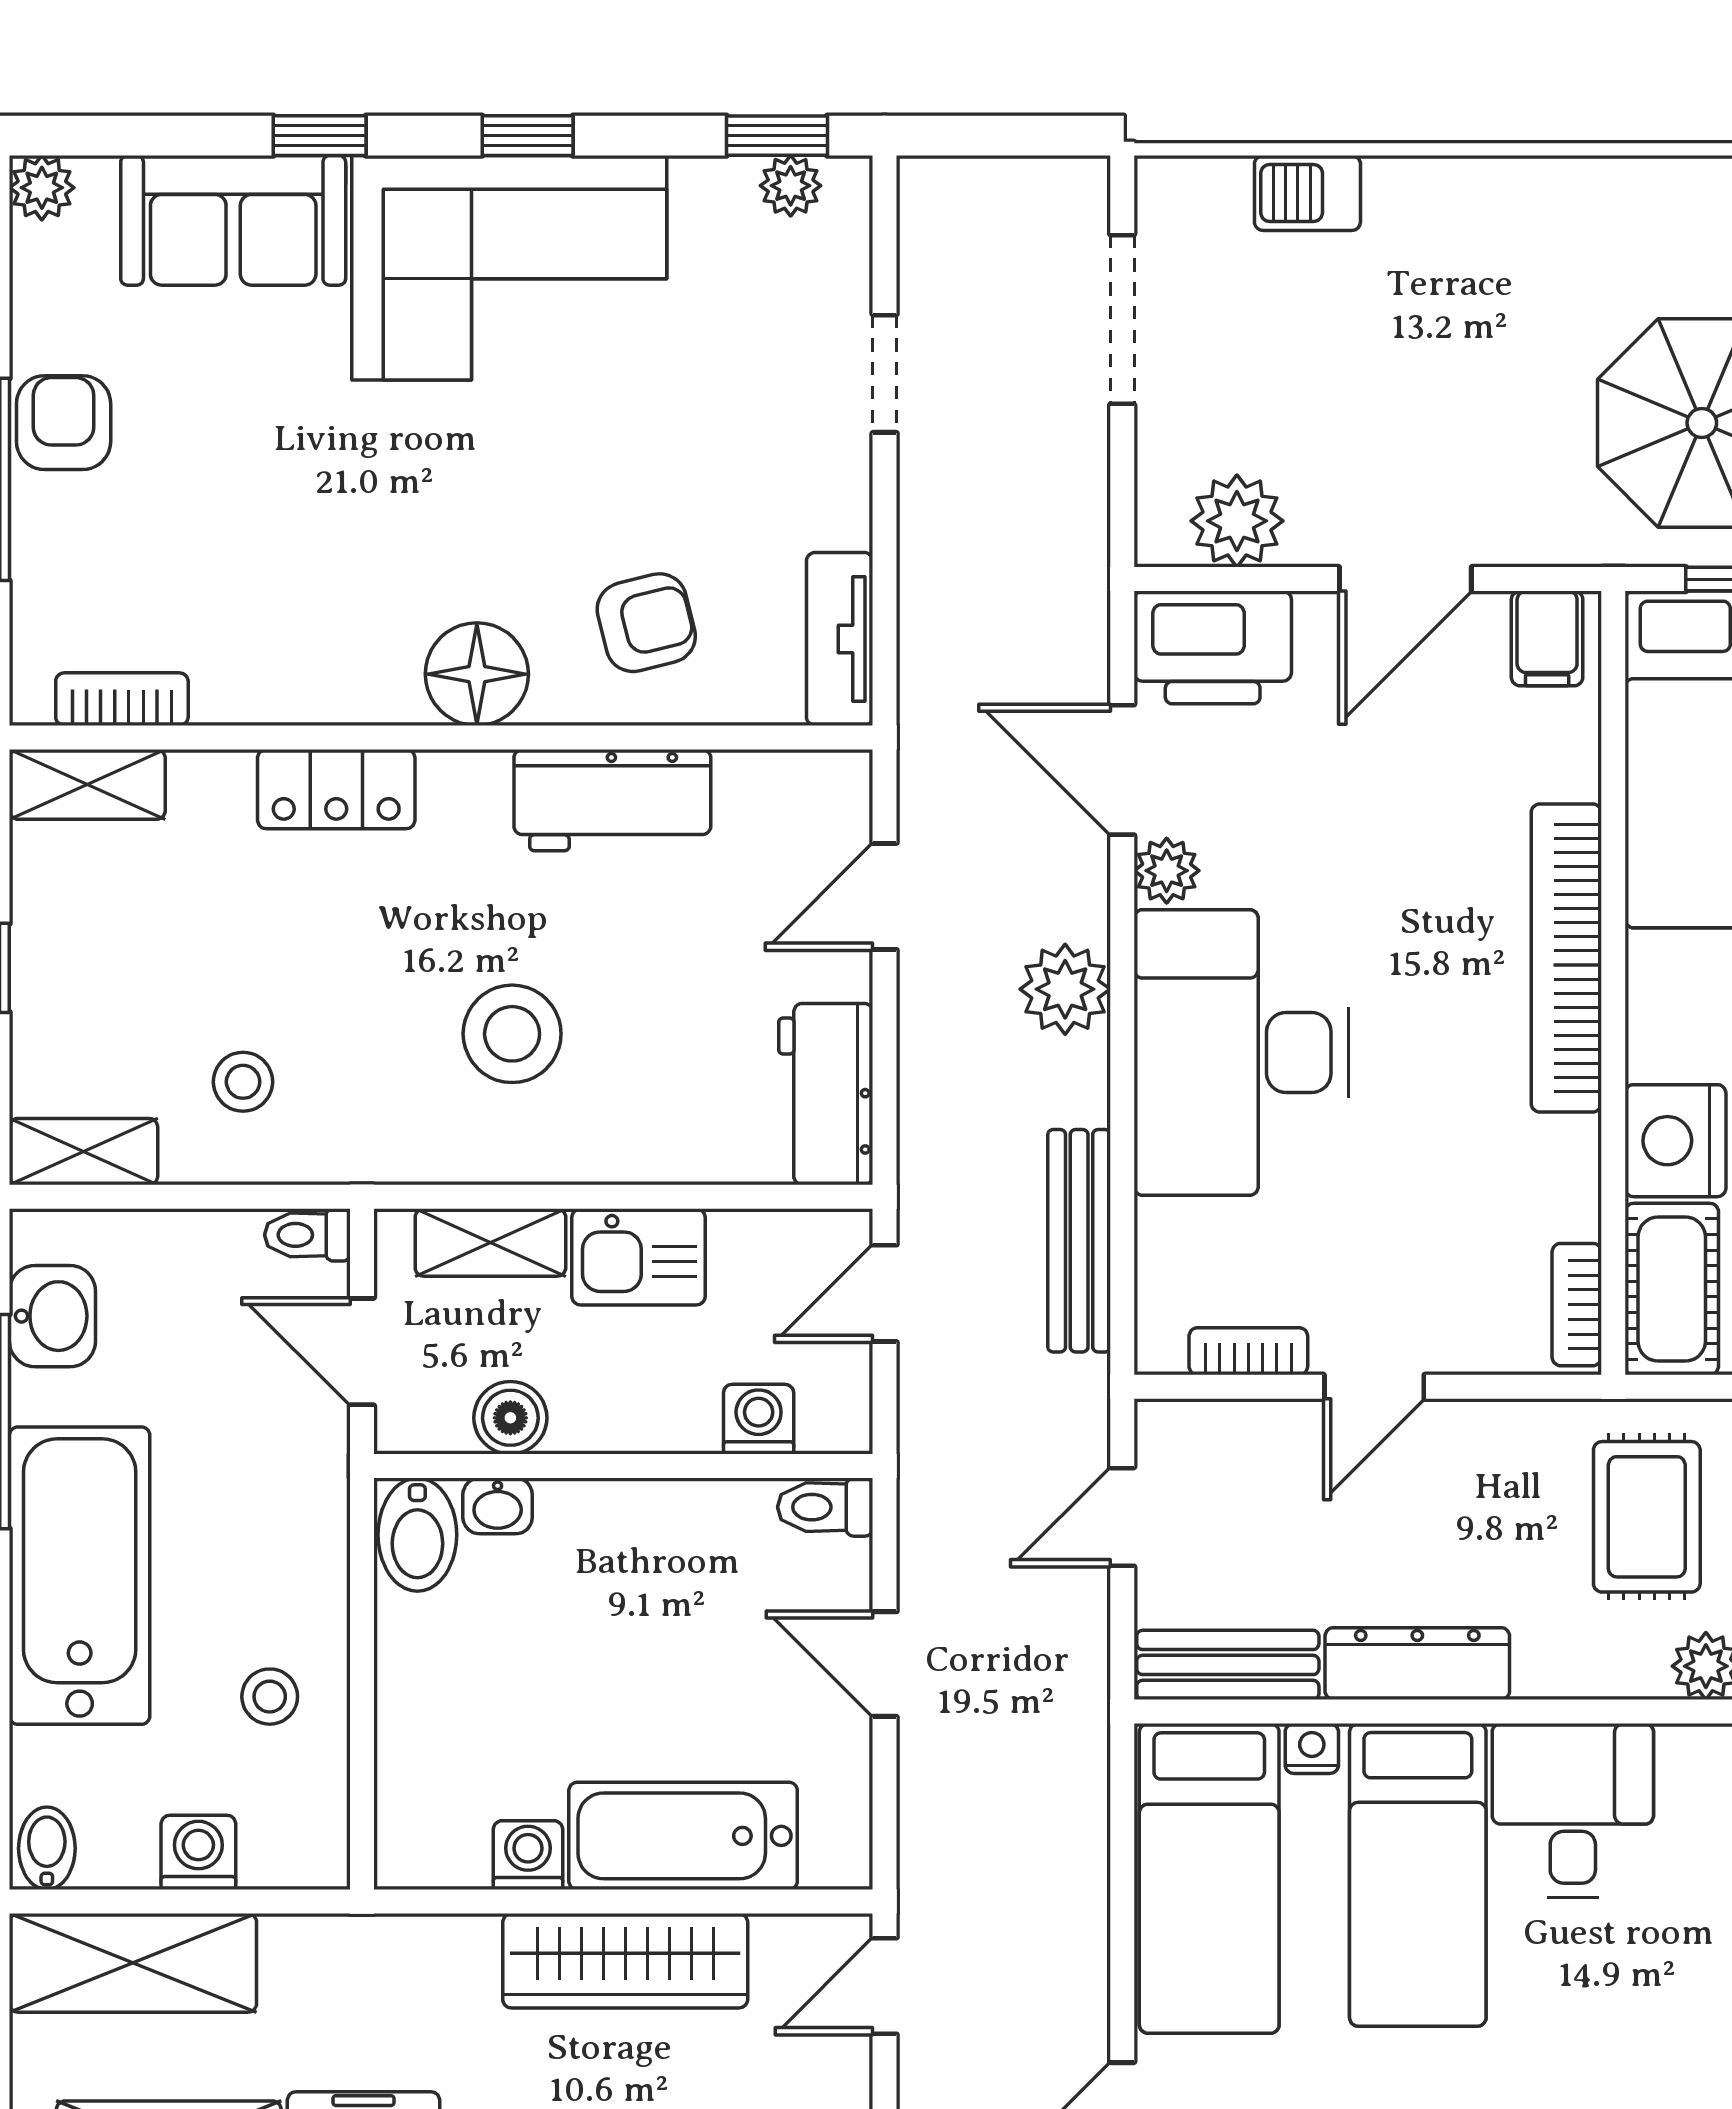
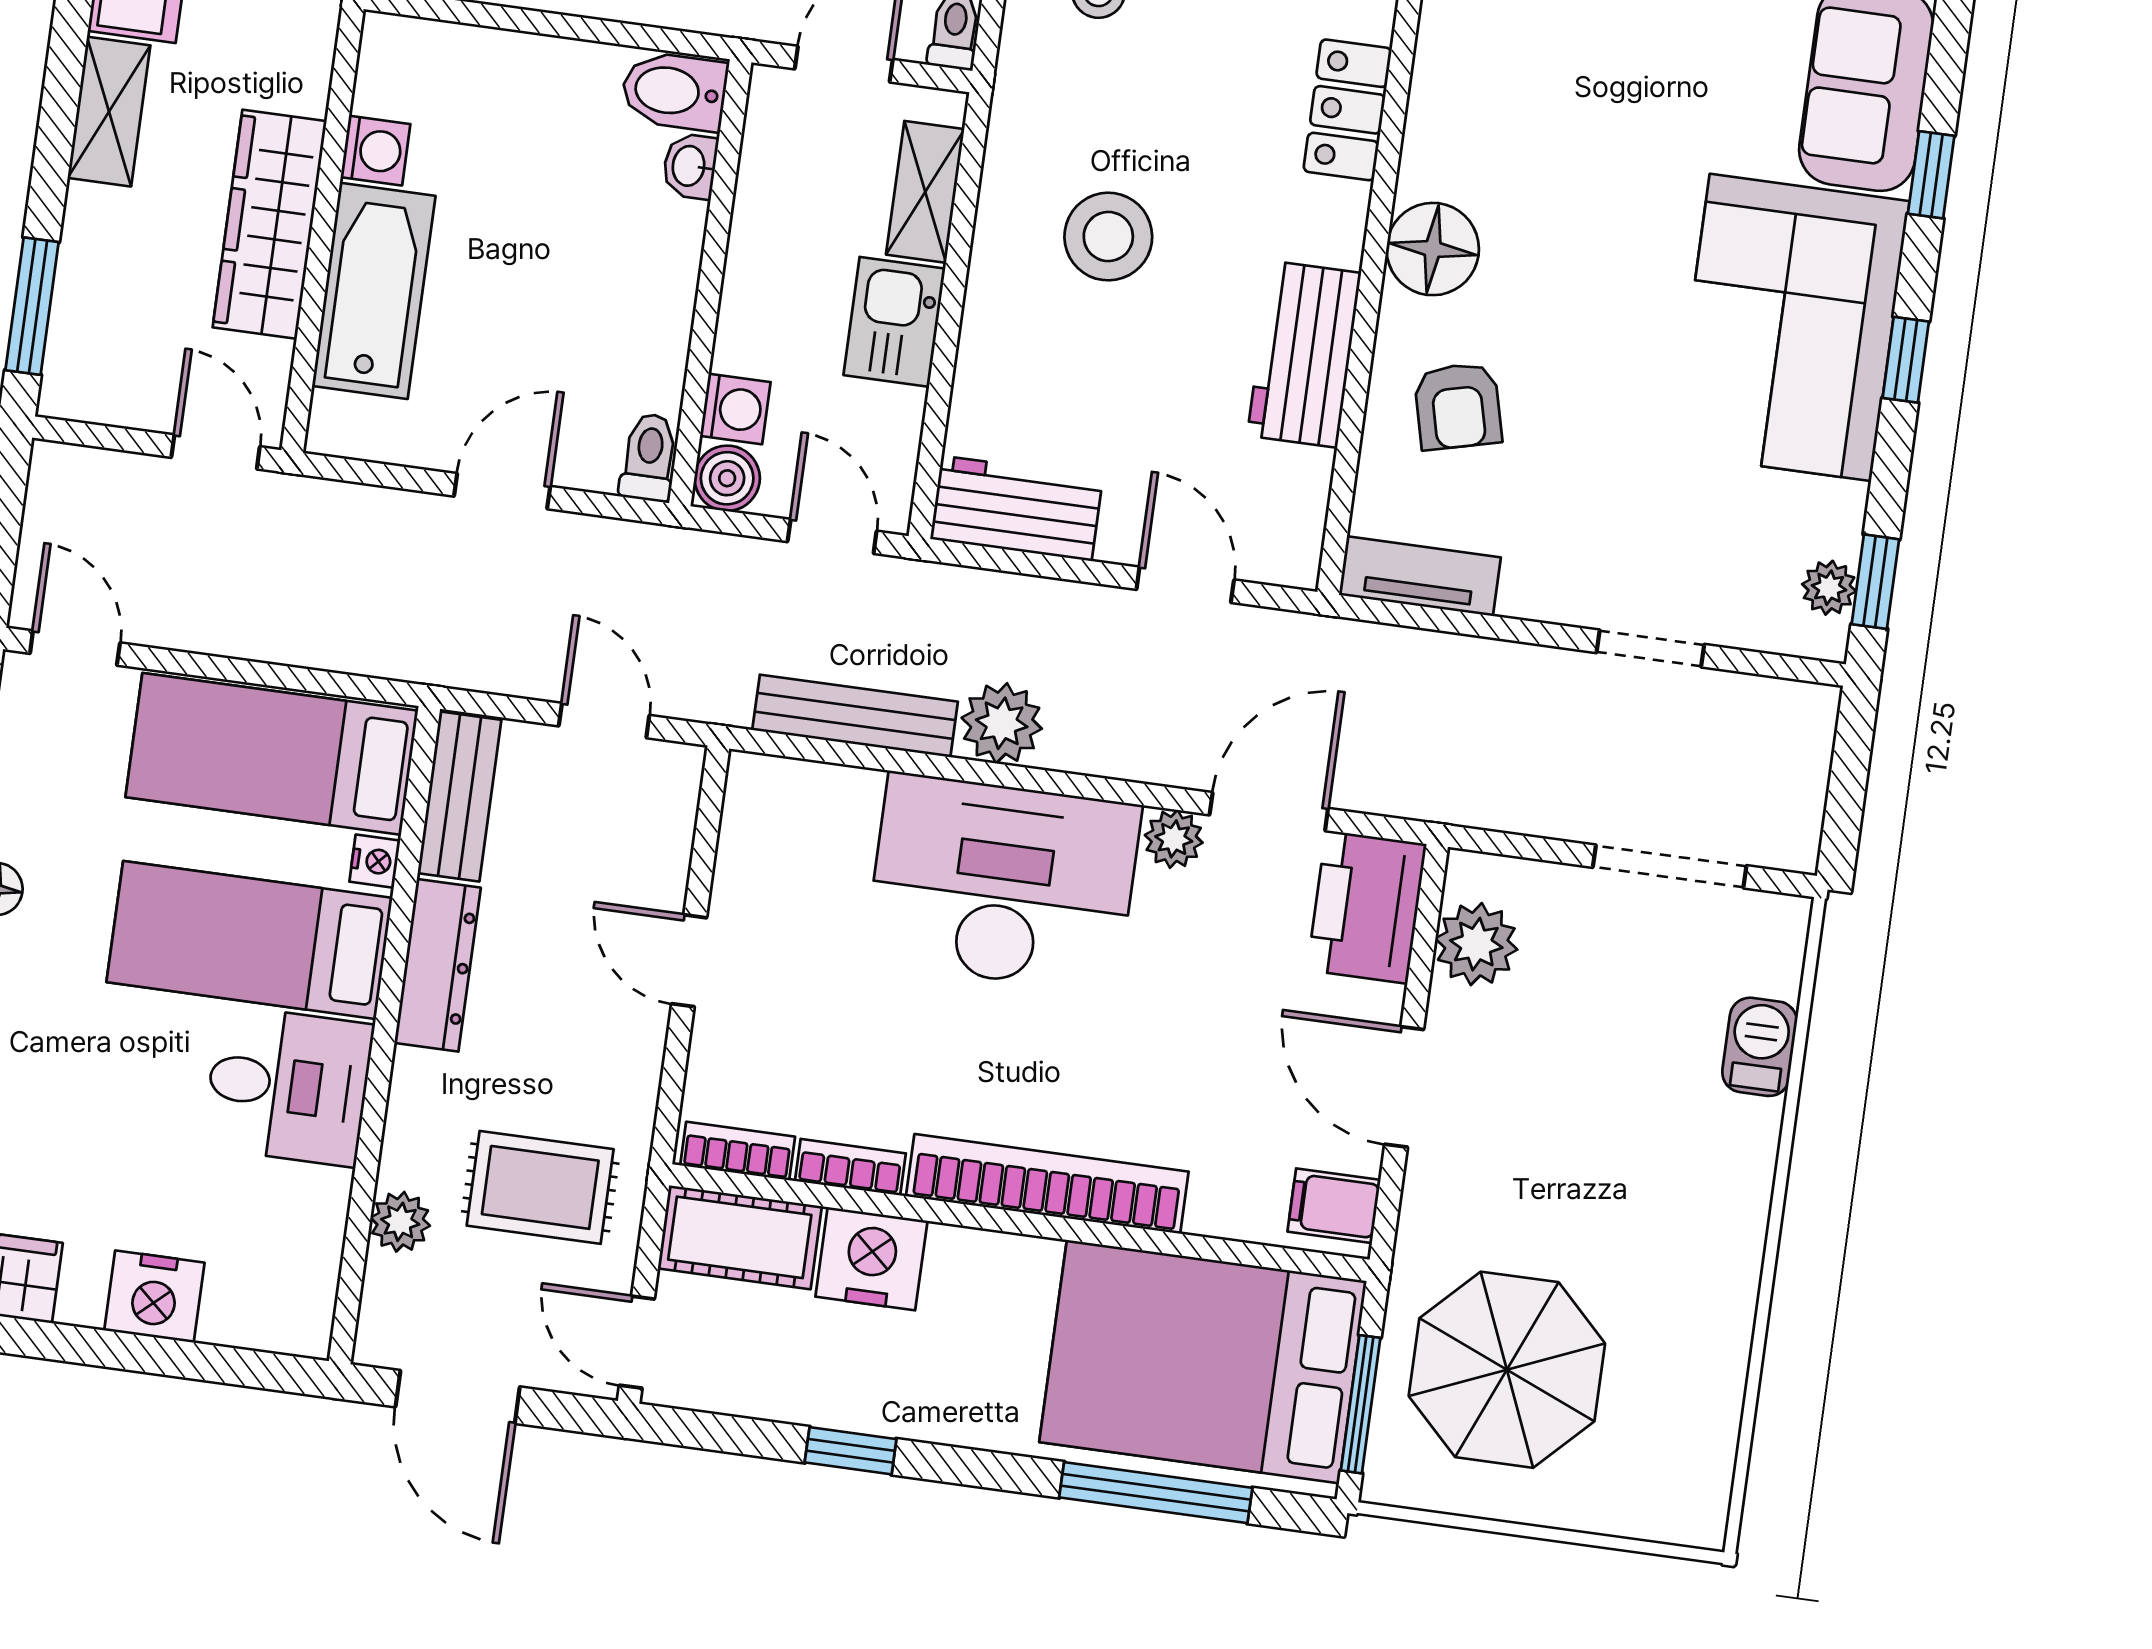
plant: (1065, 989) -> (1002, 723), moved
bookcase: (1248, 1351) -> (850, 1167), moved, turned -90
boiler: (510, 1418) -> (727, 478), moved

